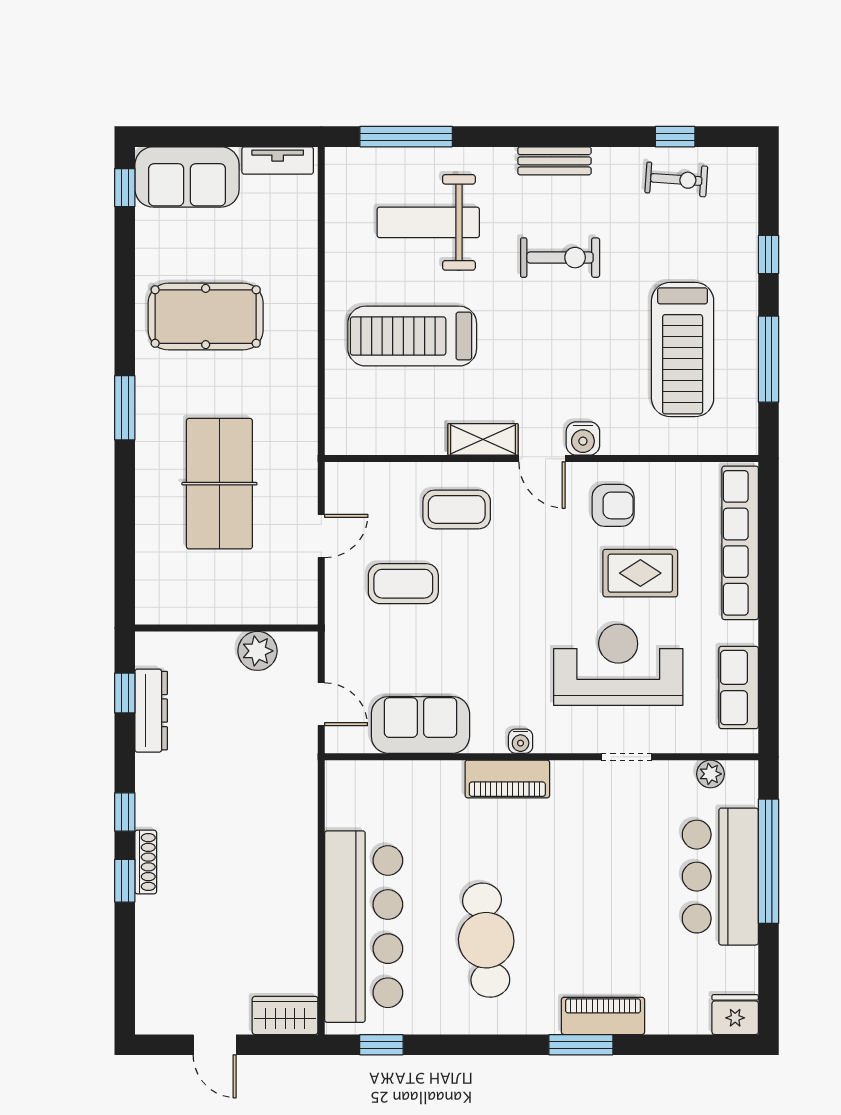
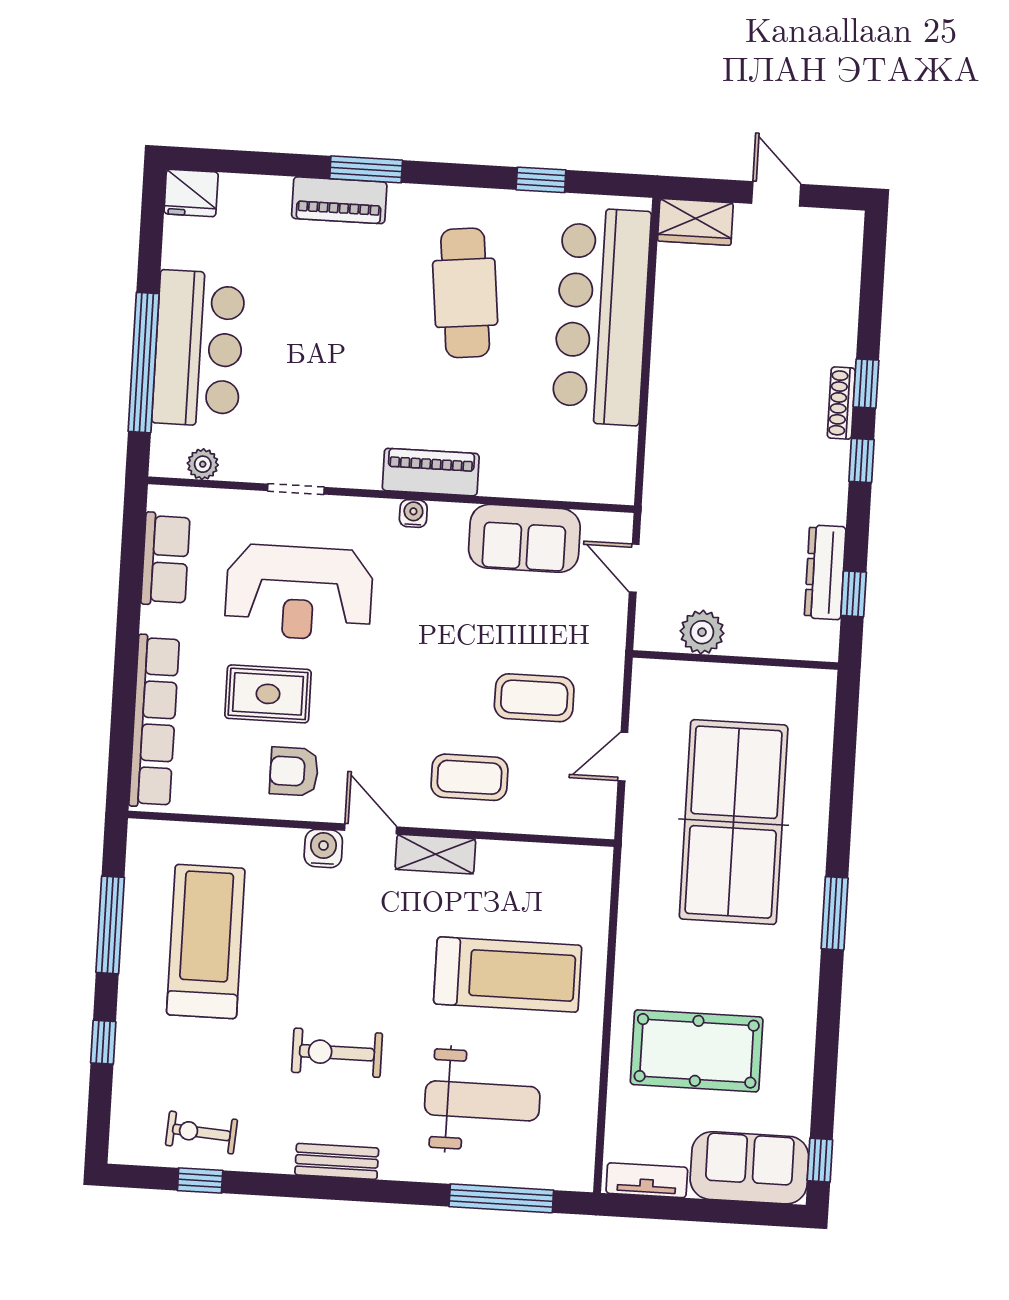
pool table: (206, 317) -> (697, 1051), moved
table tennis table: (219, 484) -> (734, 822), width x1.36, depth x1.32
window: (381, 1045) -> (541, 180), moved

